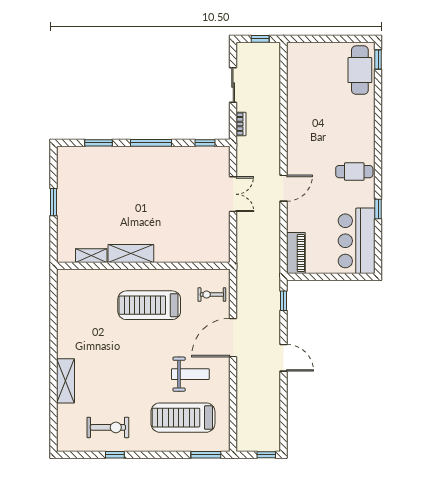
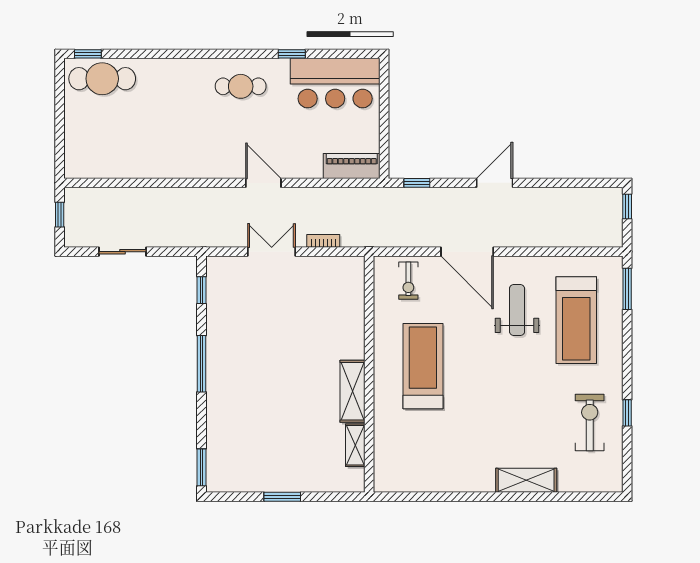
bookcase: (241, 124) -> (323, 241), moved
window: (98, 143) -> (201, 467), moved
cafe table: (354, 172) -> (241, 86), turned 90
treadmill: (149, 305) -> (423, 366), turned 180

